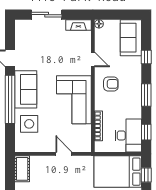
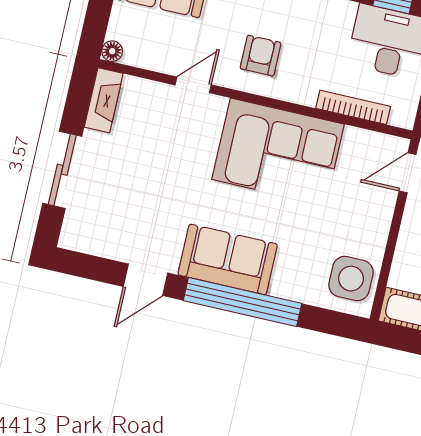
side table: (29, 124) -> (351, 279), moved
door: (64, 154) -> (408, 173), moved

